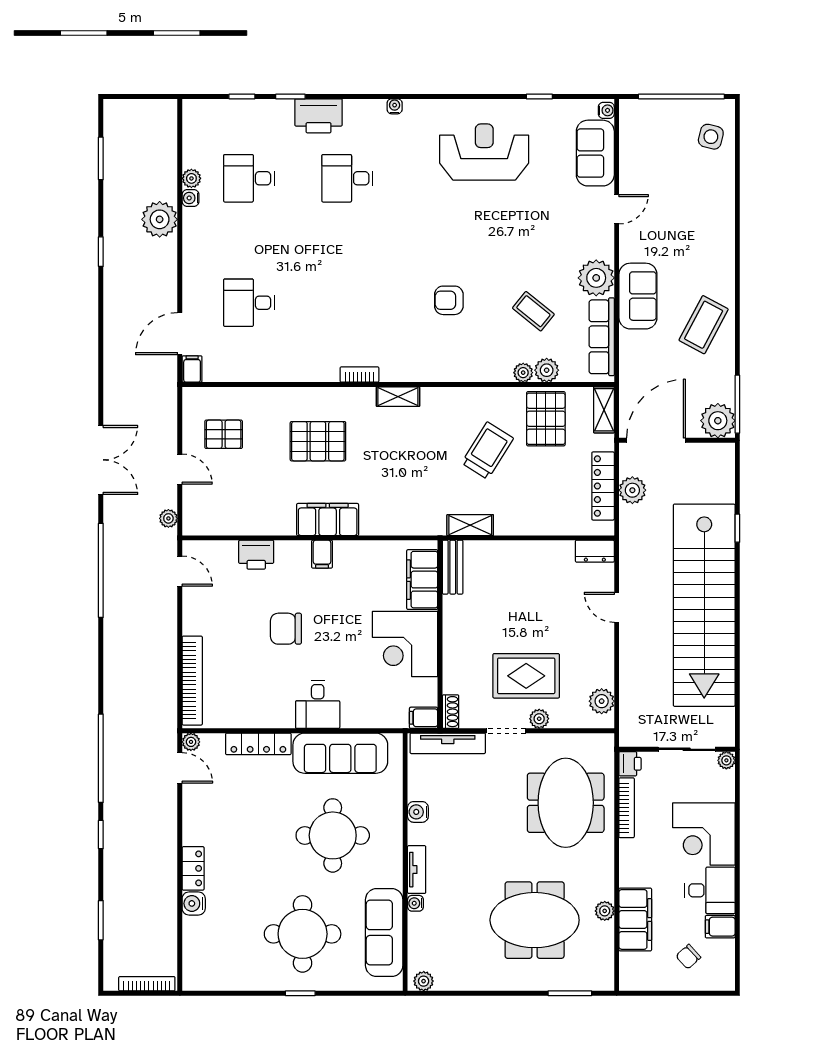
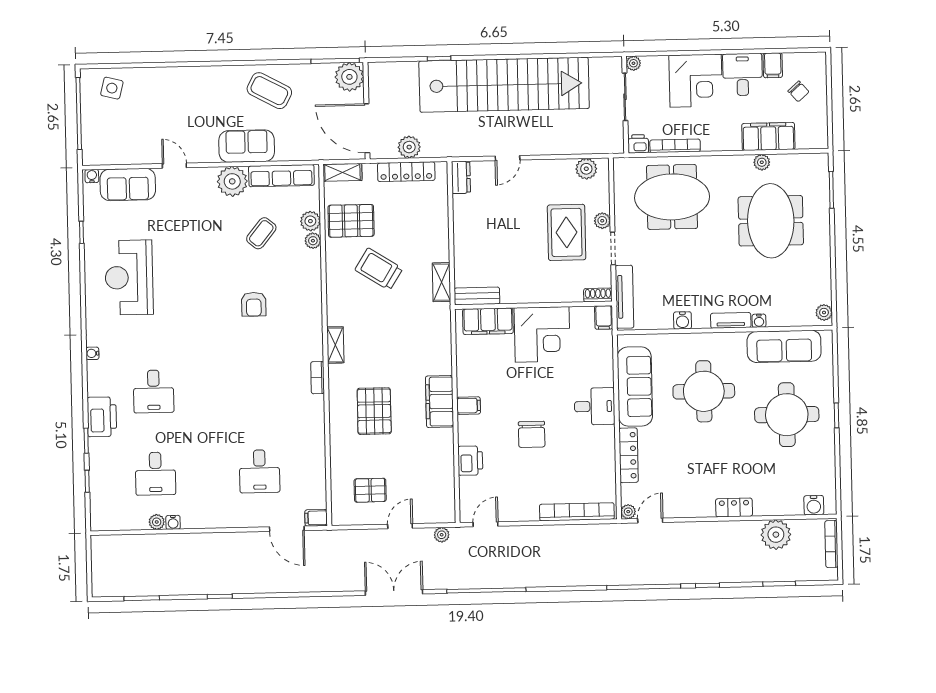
plant: (160, 219) -> (776, 535), moved
pallet: (224, 434) -> (370, 490), turned 90
water cooler: (194, 903) -> (814, 505), moved

